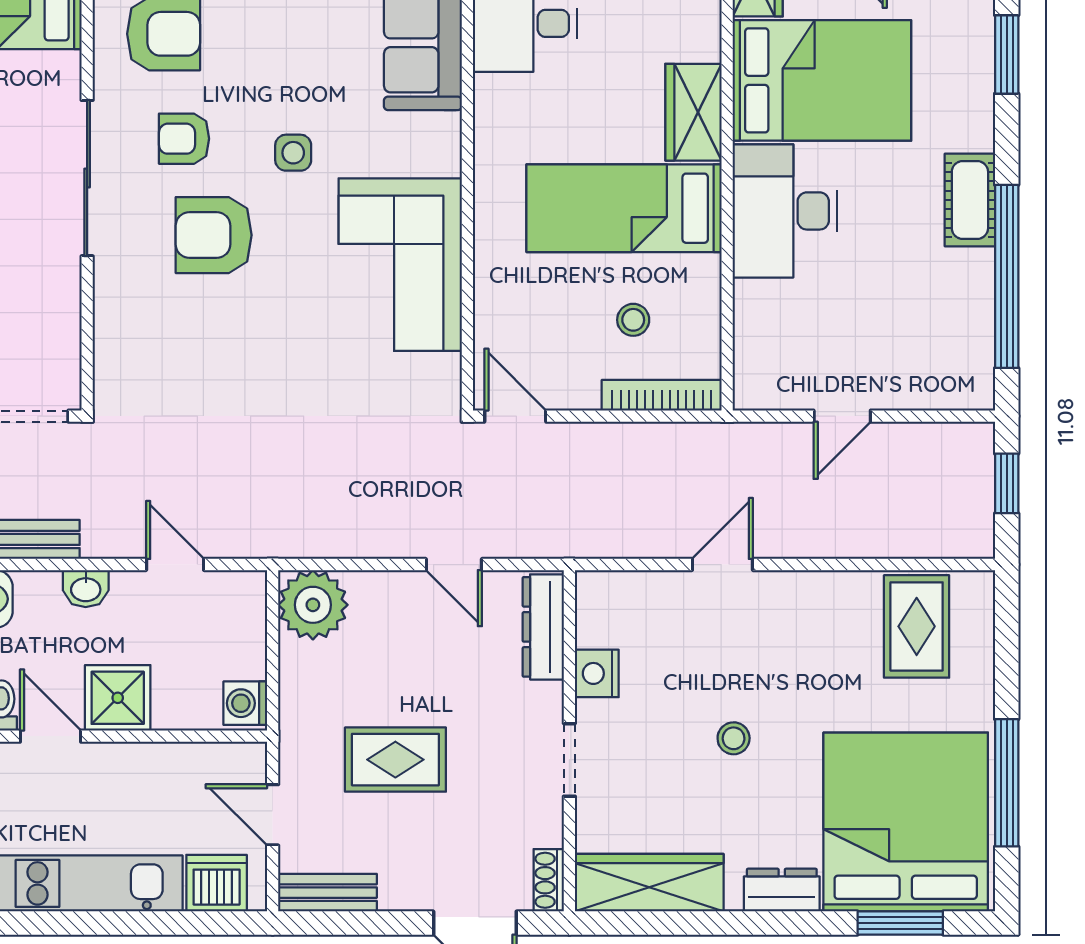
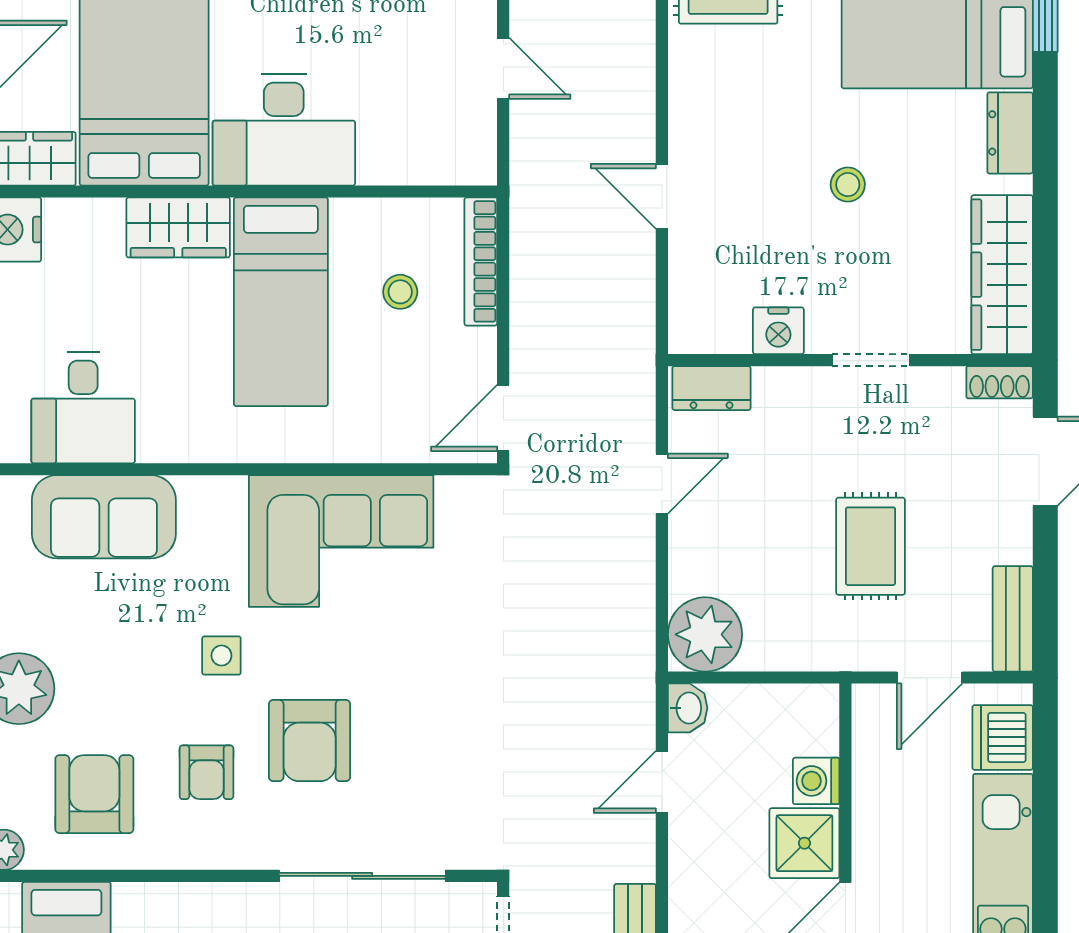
sliding door: (87, 178) -> (362, 876), moved
washbasin: (86, 589) -> (688, 708), moved
dresser: (543, 627) -> (712, 388), width x0.70
washing machine: (245, 703) -> (816, 781), moved, turned 90

